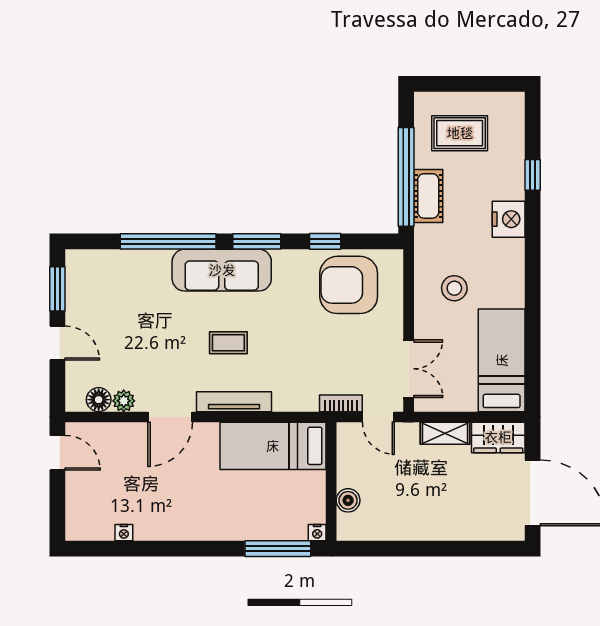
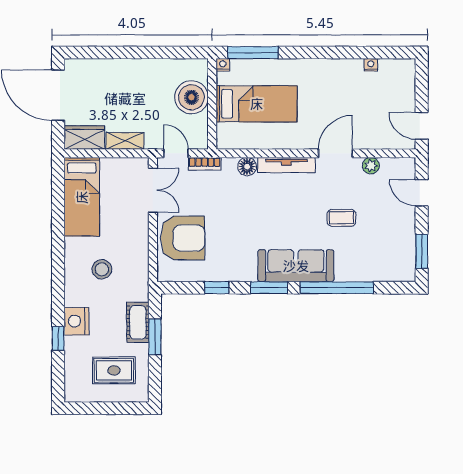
window: (406, 177) -> (155, 337), width x0.47
nightstand: (509, 219) -> (76, 321), moved
armchair: (349, 285) -> (183, 238), moved
stool: (454, 288) -> (102, 269), moved
door: (57, 343) -> (422, 193), moved
coffee table: (228, 343) -> (341, 218), moved
double door: (409, 369) -> (153, 190), swing flipped
floor lamp: (99, 400) -> (247, 167), moved
bed: (273, 446) -> (257, 104), moved
boiler: (348, 500) -> (191, 97), width x1.86, depth x1.86

